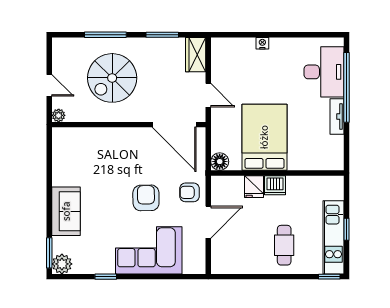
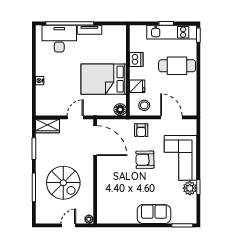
door: (174, 125) -> (95, 141), hinge flipped
dishwasher: (275, 185) -> (136, 59), moved
stool: (226, 197) -> (144, 105), added
door: (208, 222) -> (171, 117), moved
cafe table: (284, 245) -> (177, 66), width x1.37, depth x1.35
plant: (62, 264) -> (190, 188), moved

